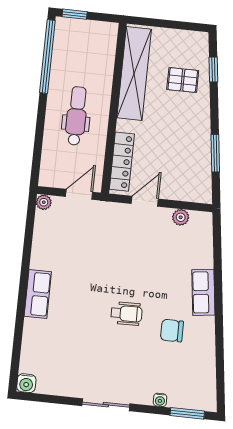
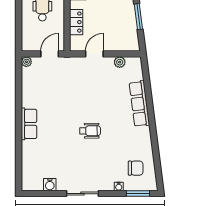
locker: (122, 162) -> (76, 22), width x0.66
row of seats: (203, 292) -> (139, 104), width x1.48
chair: (172, 331) -> (136, 168), moved, turned 180
water cooler: (26, 383) -> (50, 185), moved

